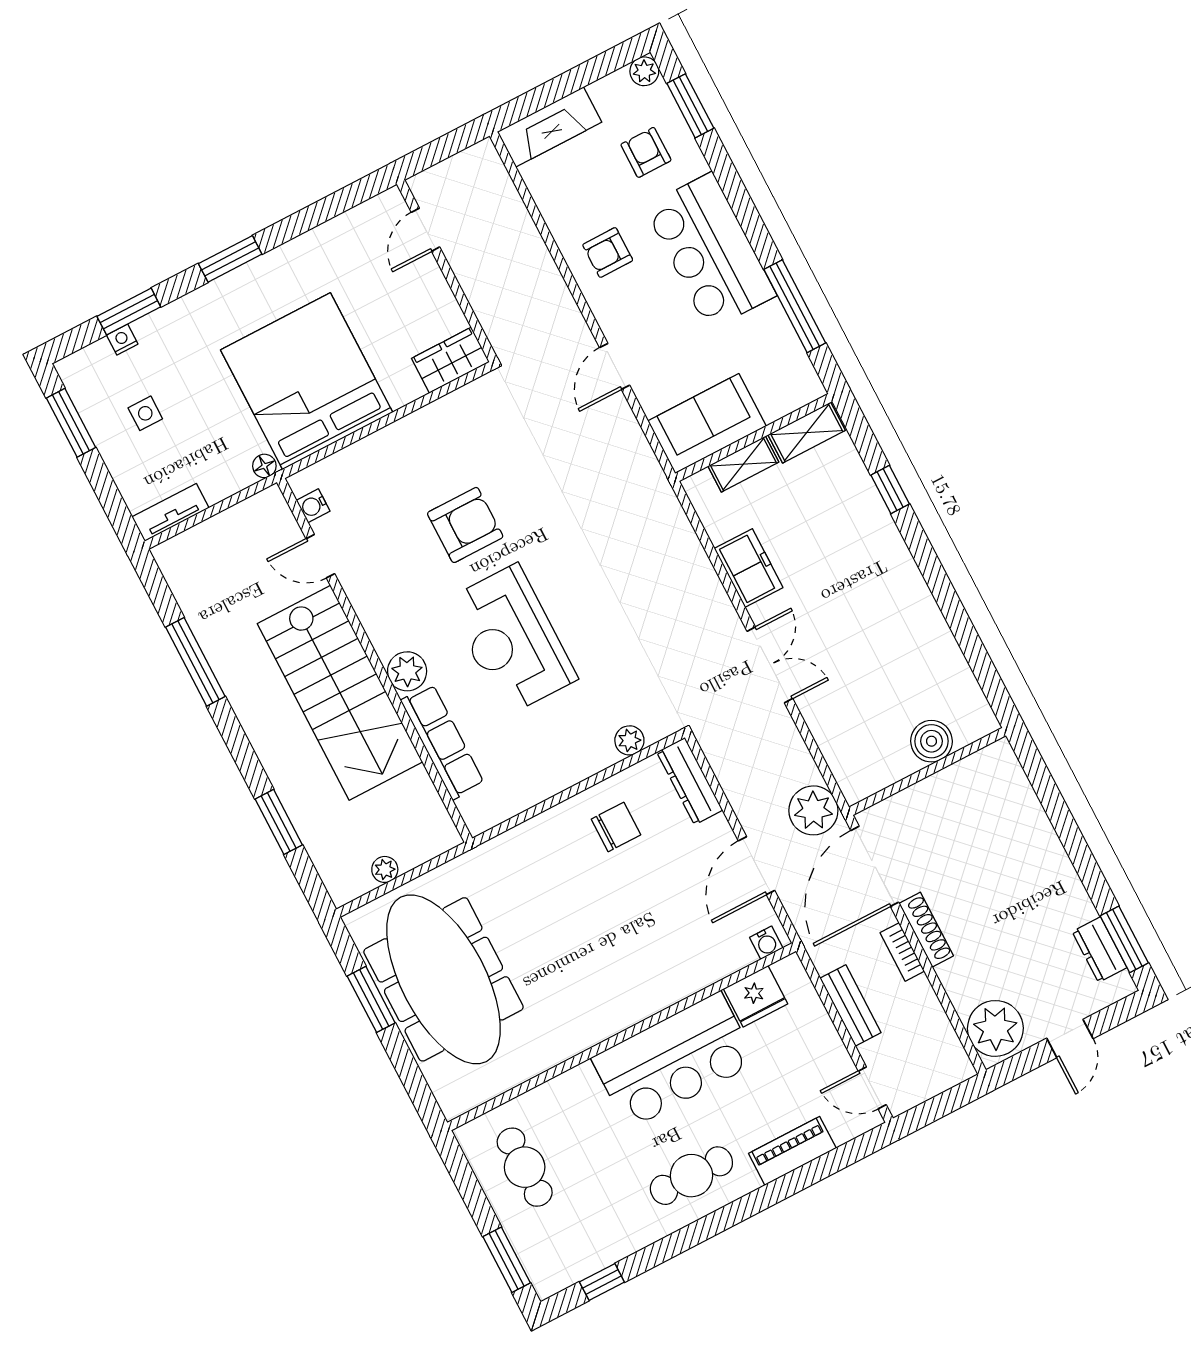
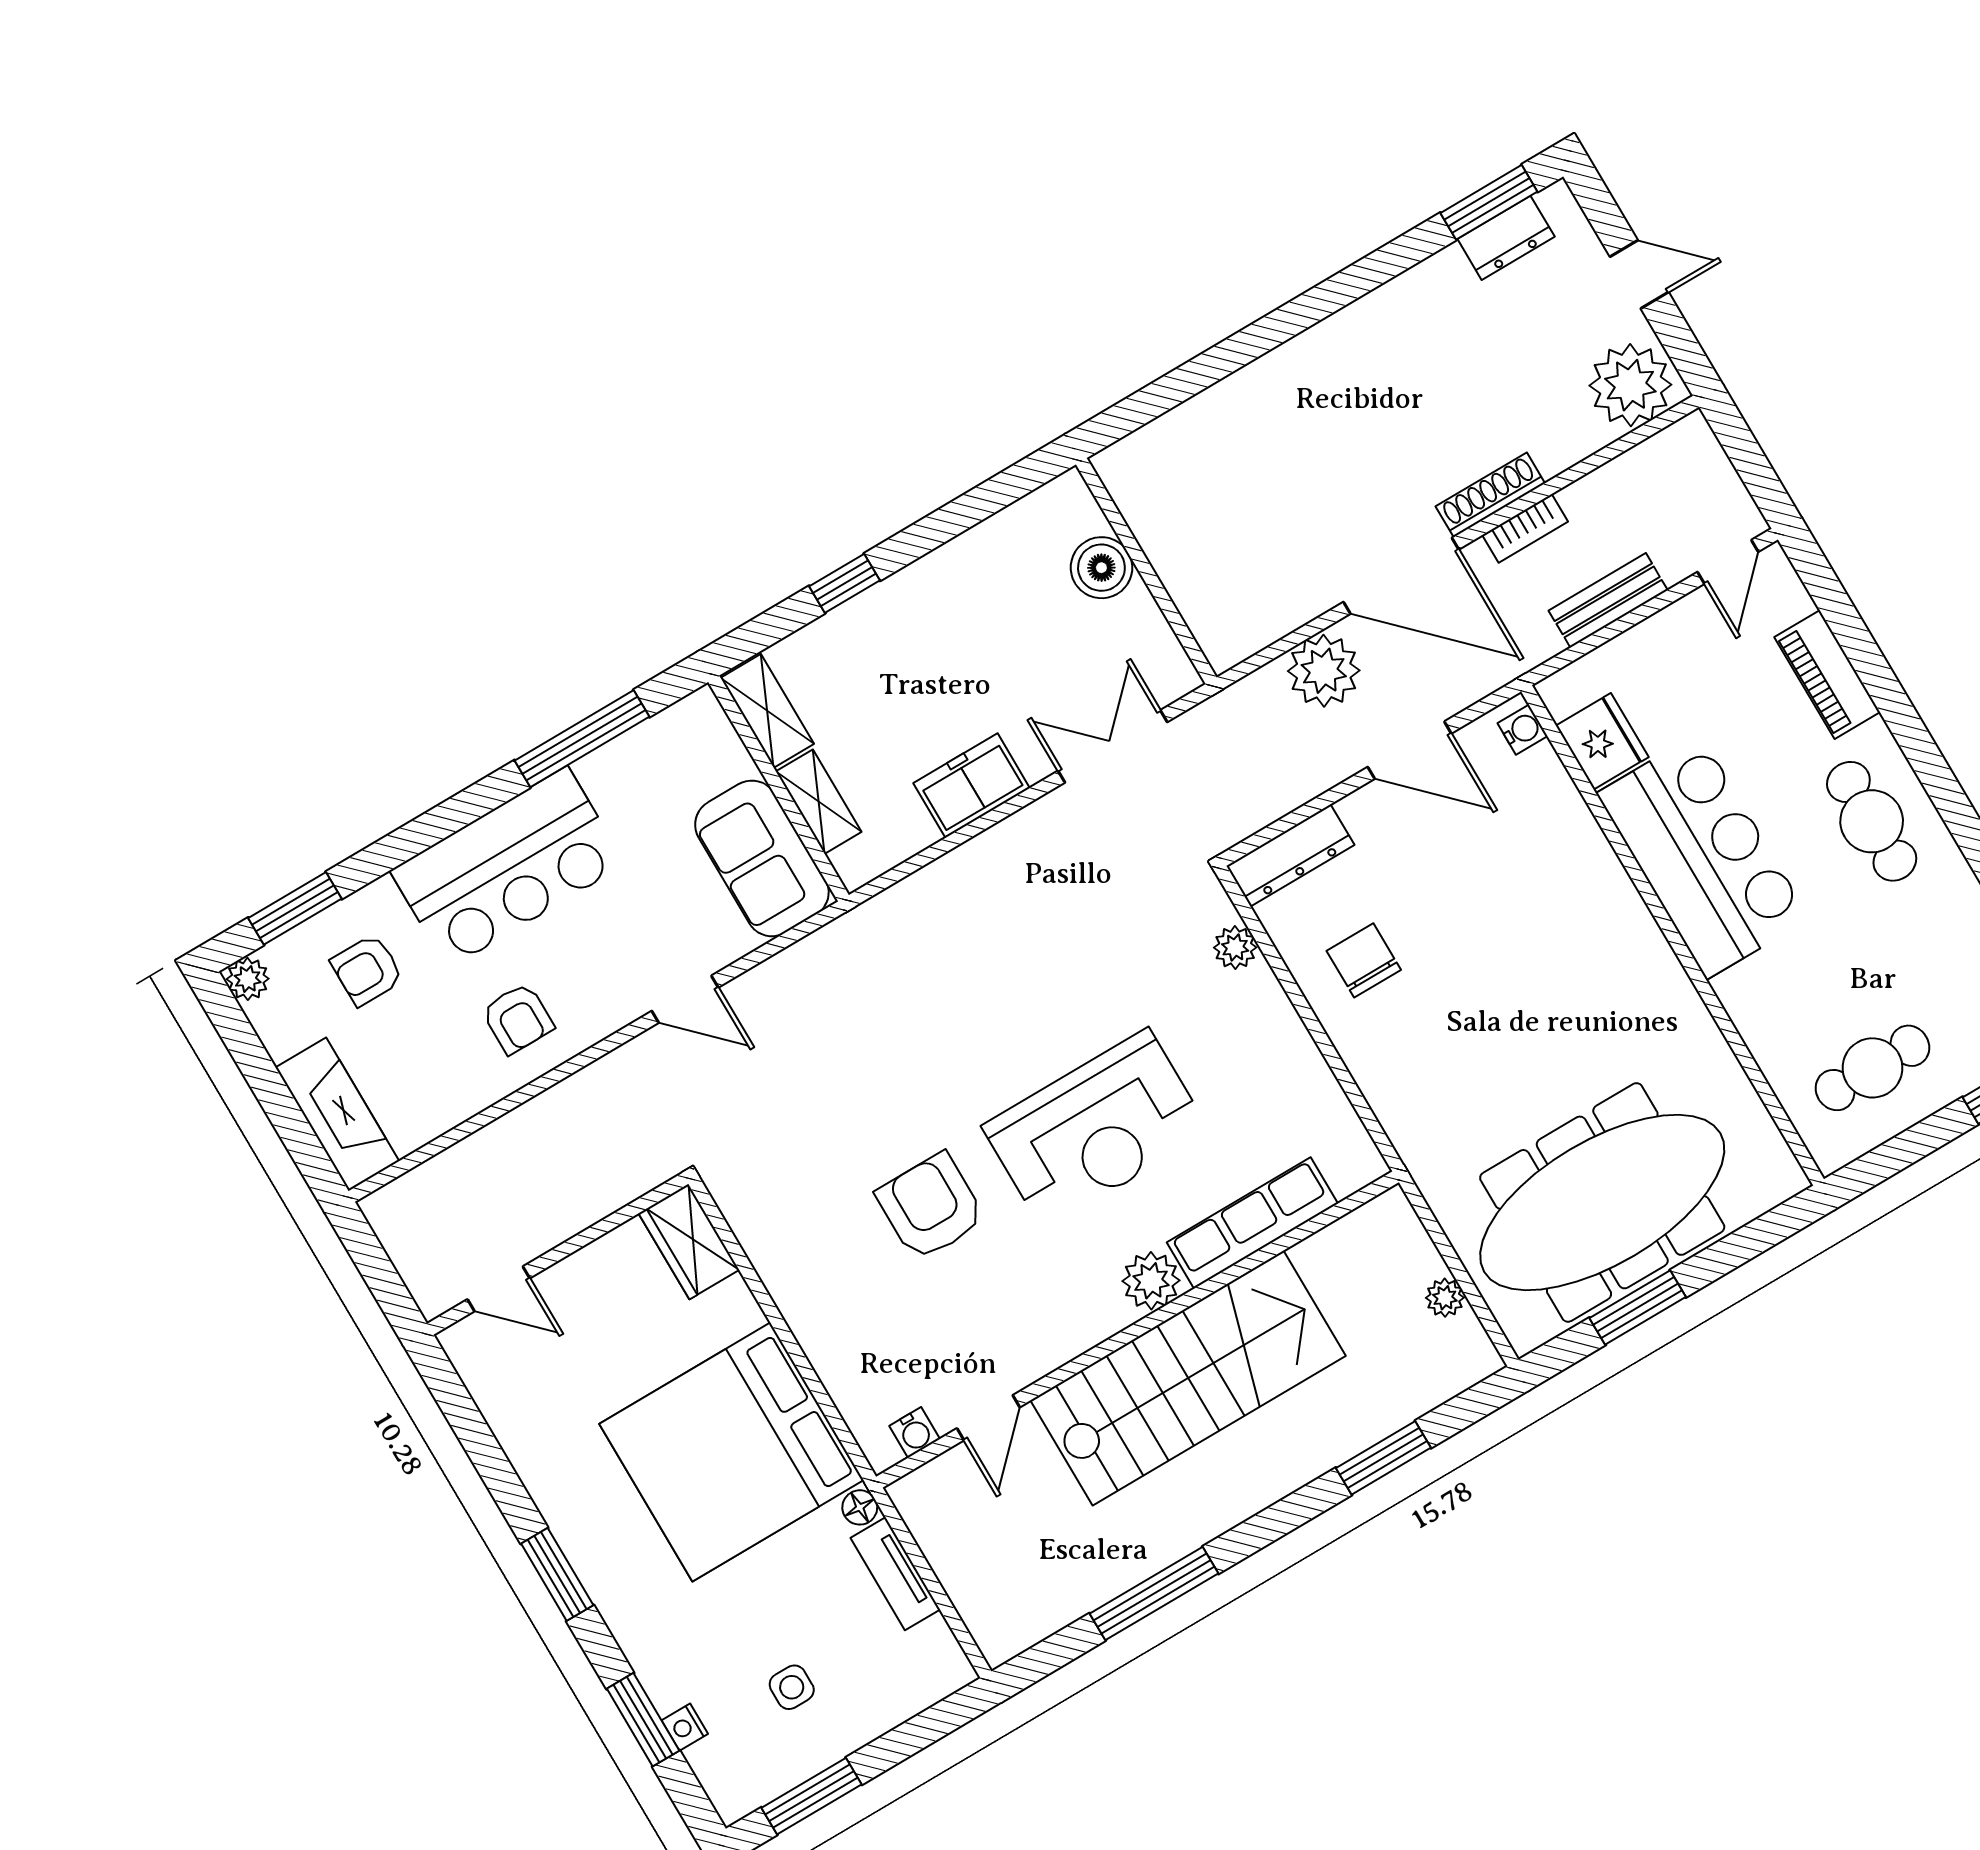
tv unit: (170, 512) -> (895, 1574), moved
boiler: (932, 741) -> (1101, 568), moved
wall: (928, 771) -> (1146, 571), moved

